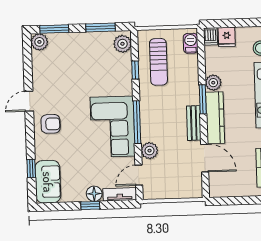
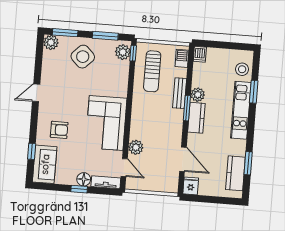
fridge: (227, 37) -> (191, 186), moved, turned 180
side table: (77, 54) -> (83, 57), added
window: (135, 70) -> (133, 53), moved
kitchen counter: (215, 118) -> (196, 118), width x0.67
window: (137, 122) -> (128, 121), removed
bench: (194, 123) -> (180, 93), moved
armchair: (51, 124) -> (59, 130), moved
door: (139, 175) -> (124, 168), swing flipped

